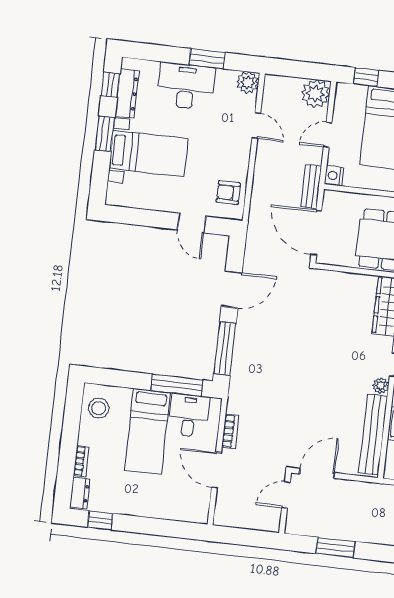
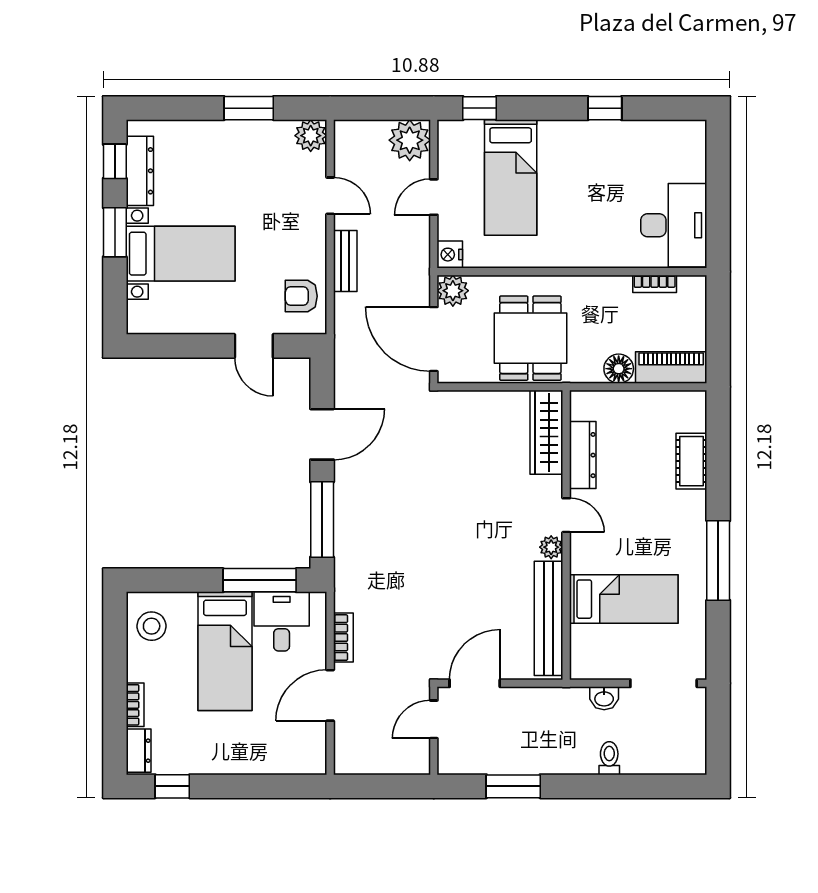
desk: (186, 86) -> (223, 151), removed
bench: (311, 186) -> (345, 261), moved
plant: (333, 201) -> (453, 291), added
door: (216, 470) -> (330, 695), hinge flipped

